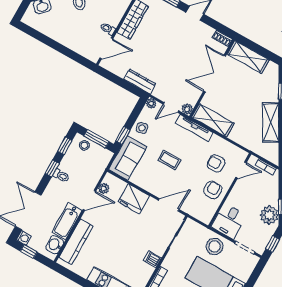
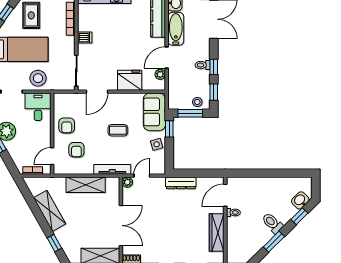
plant: (151, 103) -> (161, 170), removed
shelving: (213, 120) -> (86, 185), moved
armchair: (216, 163) -> (76, 150), turned 90

